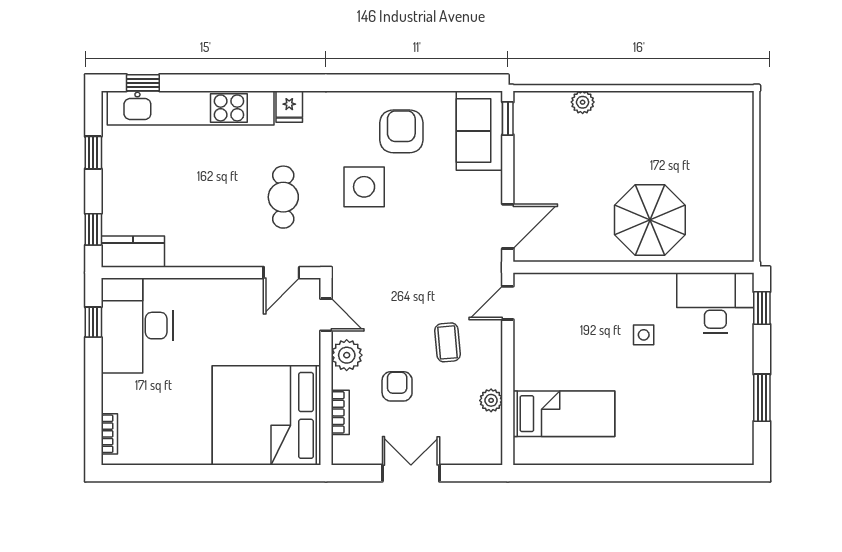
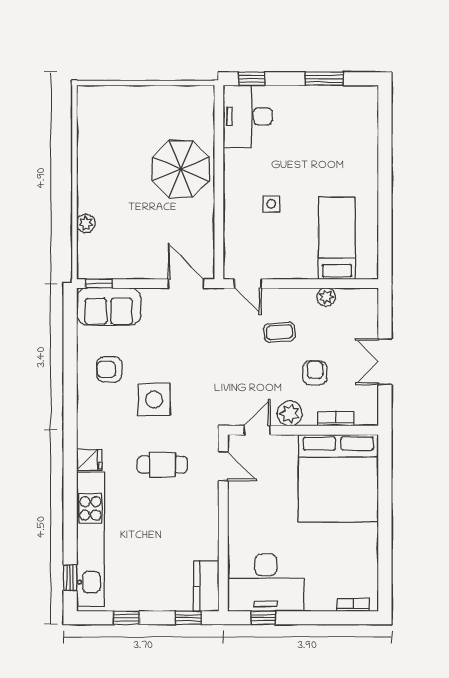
armchair: (401, 131) -> (109, 369), width x0.72, depth x0.72
side table: (644, 335) -> (271, 204), moved
armchair: (397, 386) -> (315, 373), turned 90

